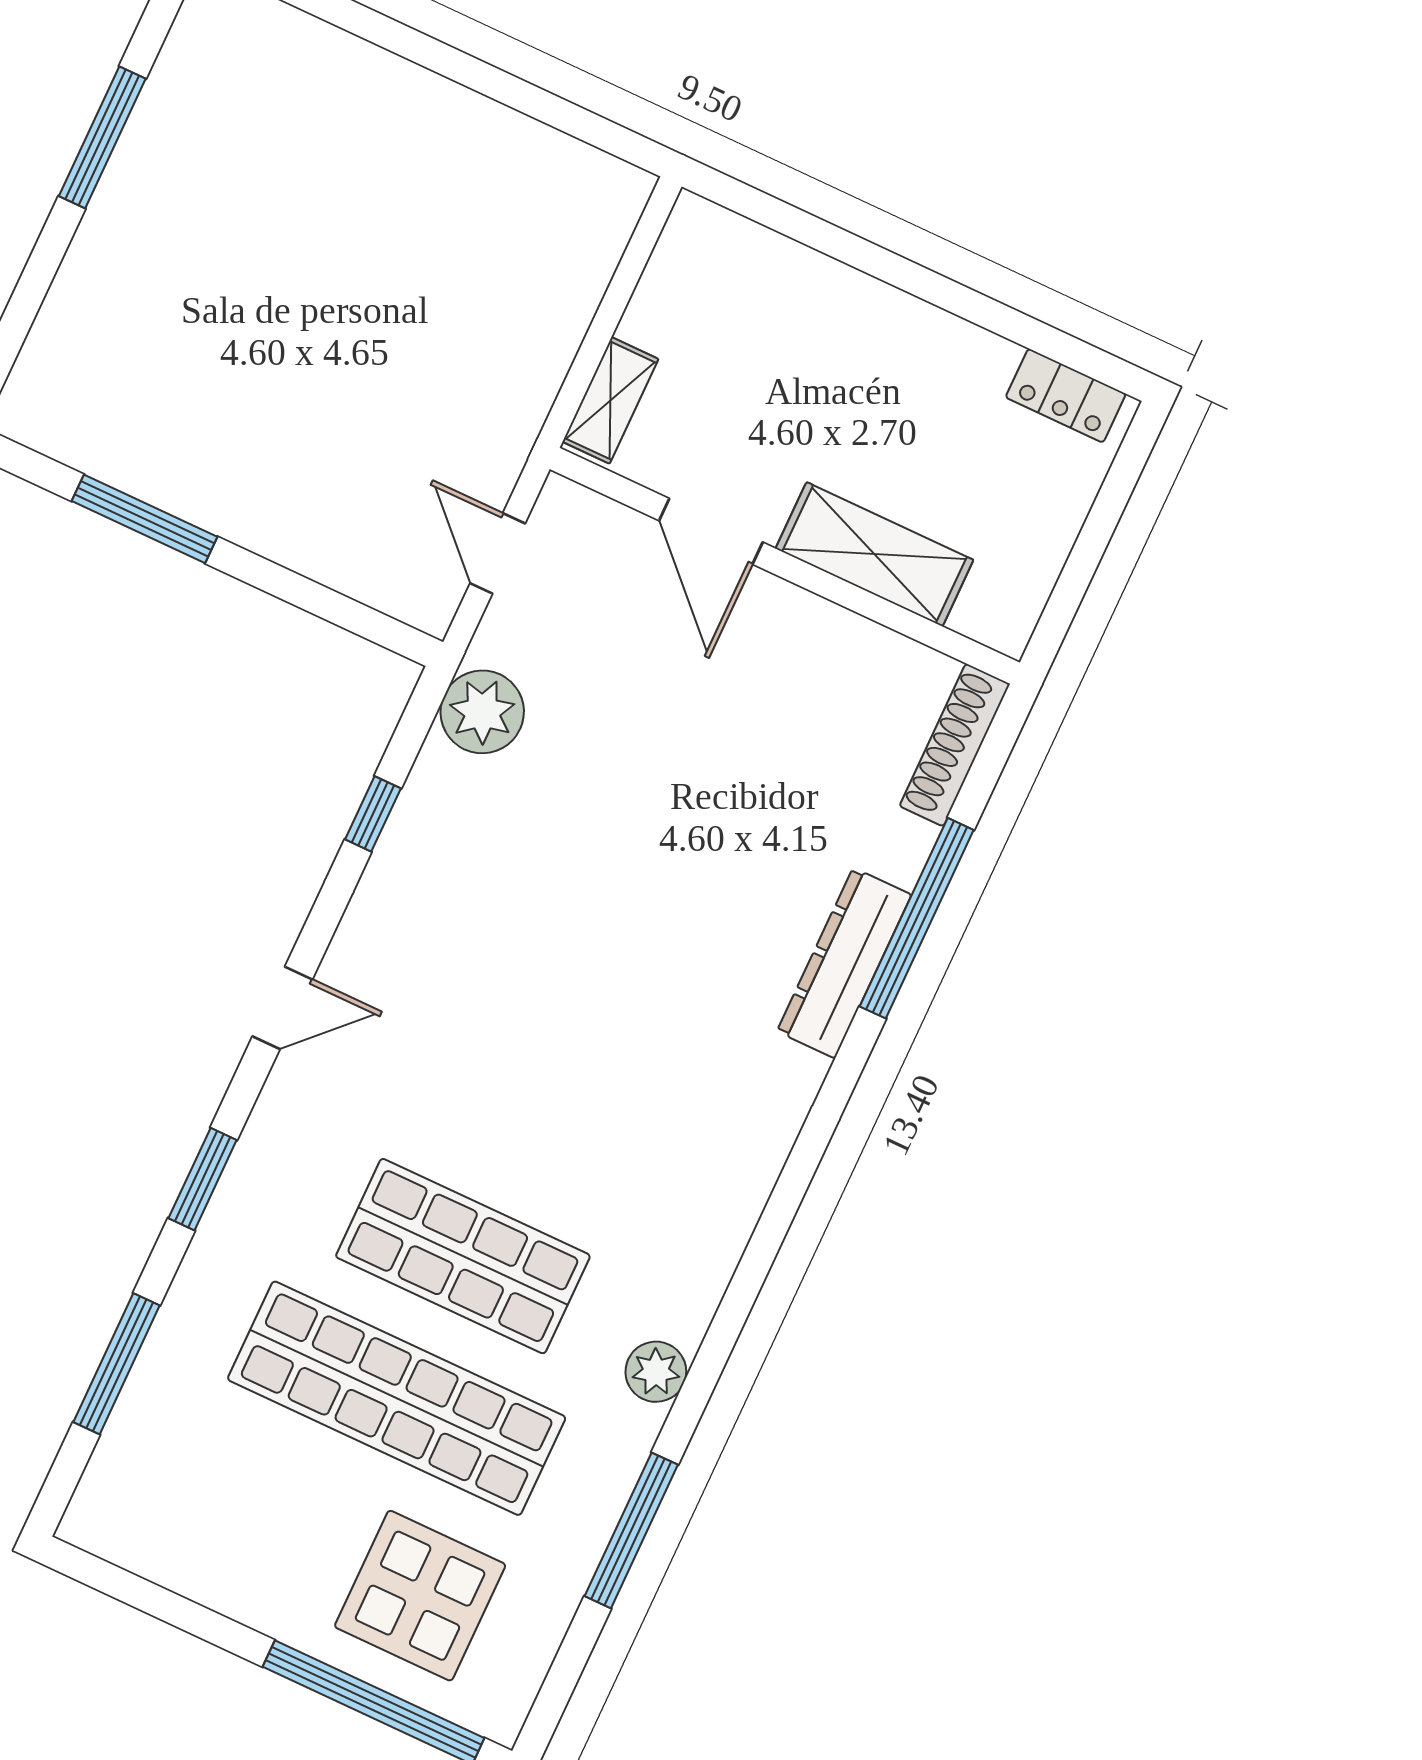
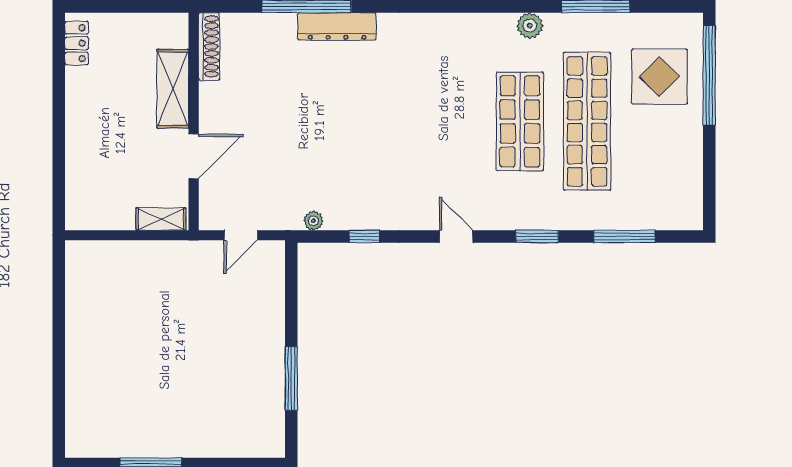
plant: (482, 712) -> (313, 221), width x0.53, depth x0.53
shoe rack: (955, 745) -> (209, 46), moved, turned -90

